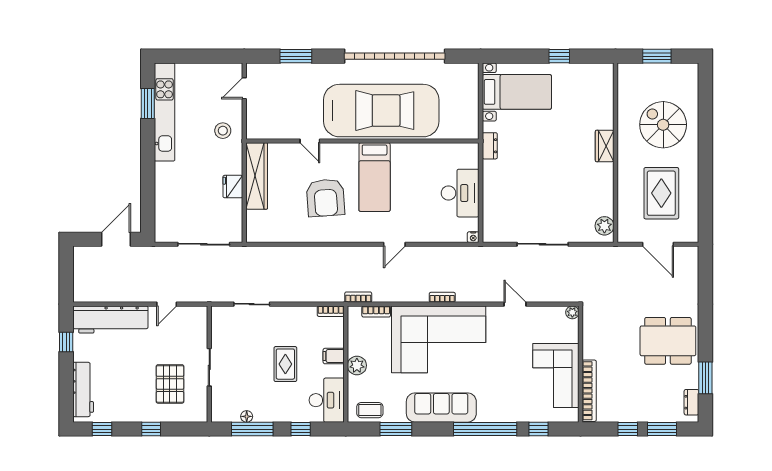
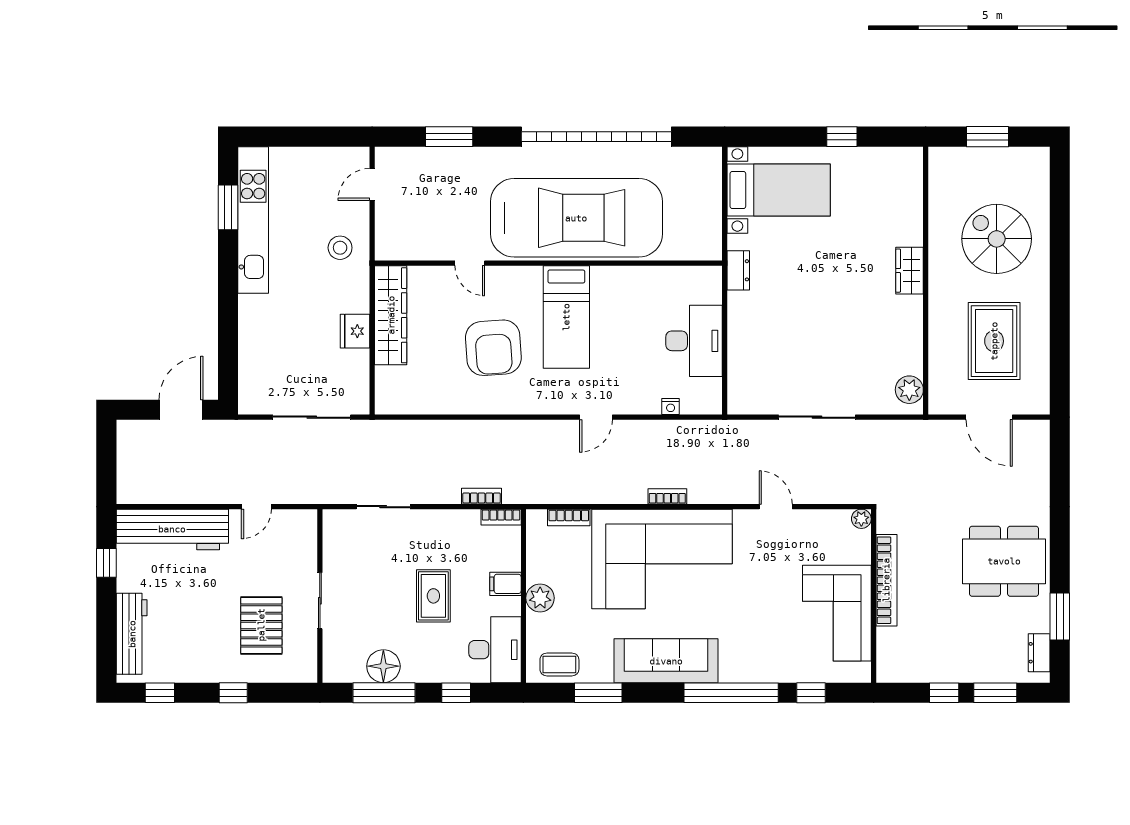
nightstand: (473, 237) -> (671, 407), moved
bookcase: (358, 297) -> (482, 496), moved
bookcase: (589, 391) -> (886, 580), moved
floor lamp: (247, 416) -> (383, 666), width x1.89, depth x1.89

